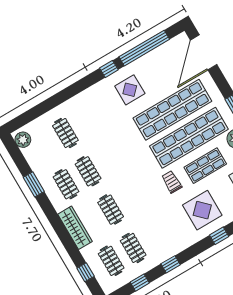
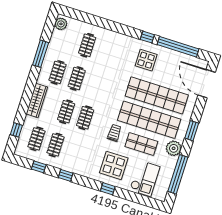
door: (204, 52) -> (207, 84), hinge flipped
window: (34, 184) -> (41, 54), width x1.44
clothes rail: (133, 197) -> (85, 118), added

